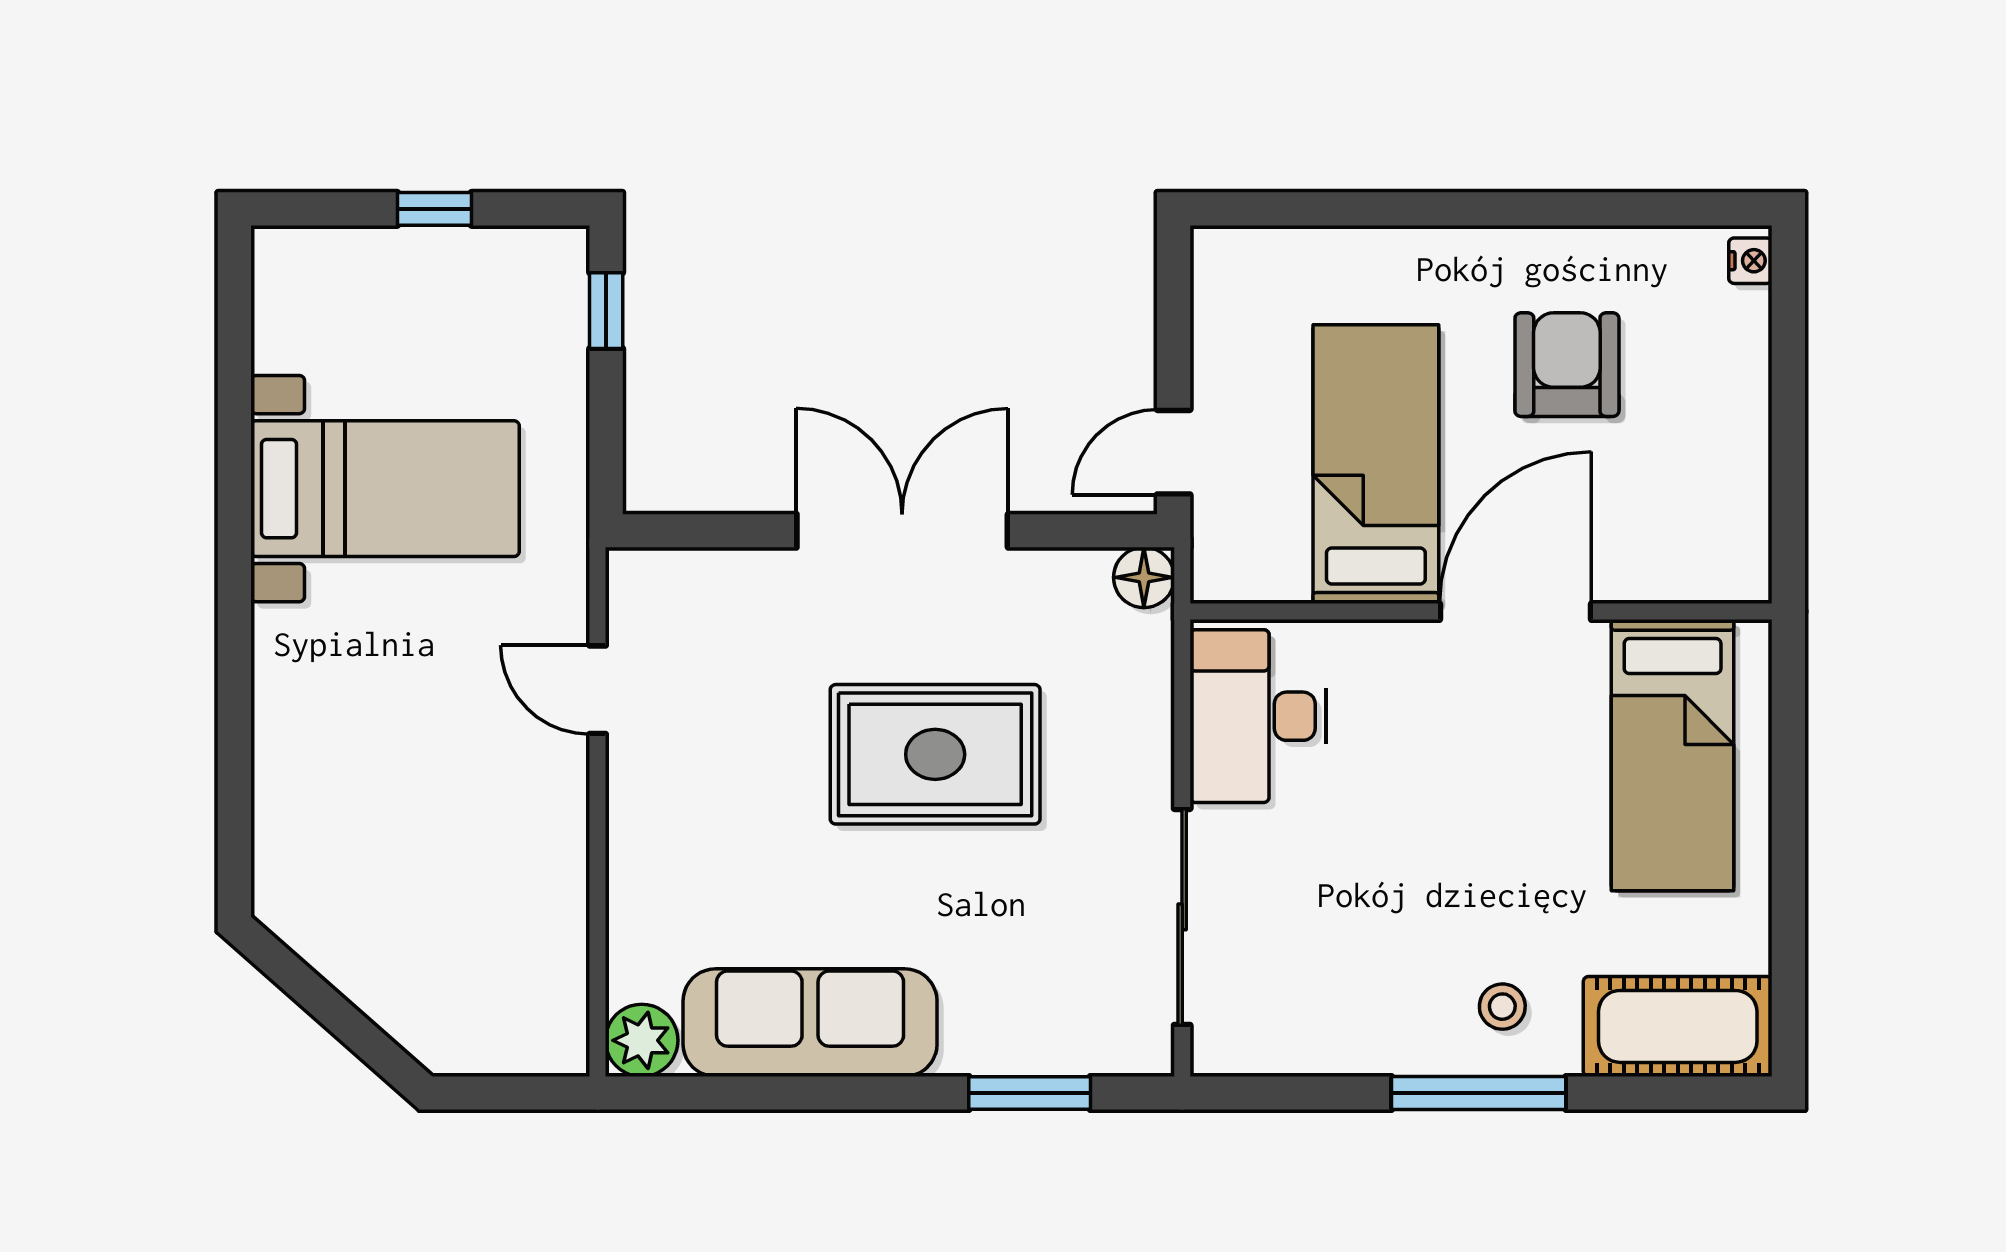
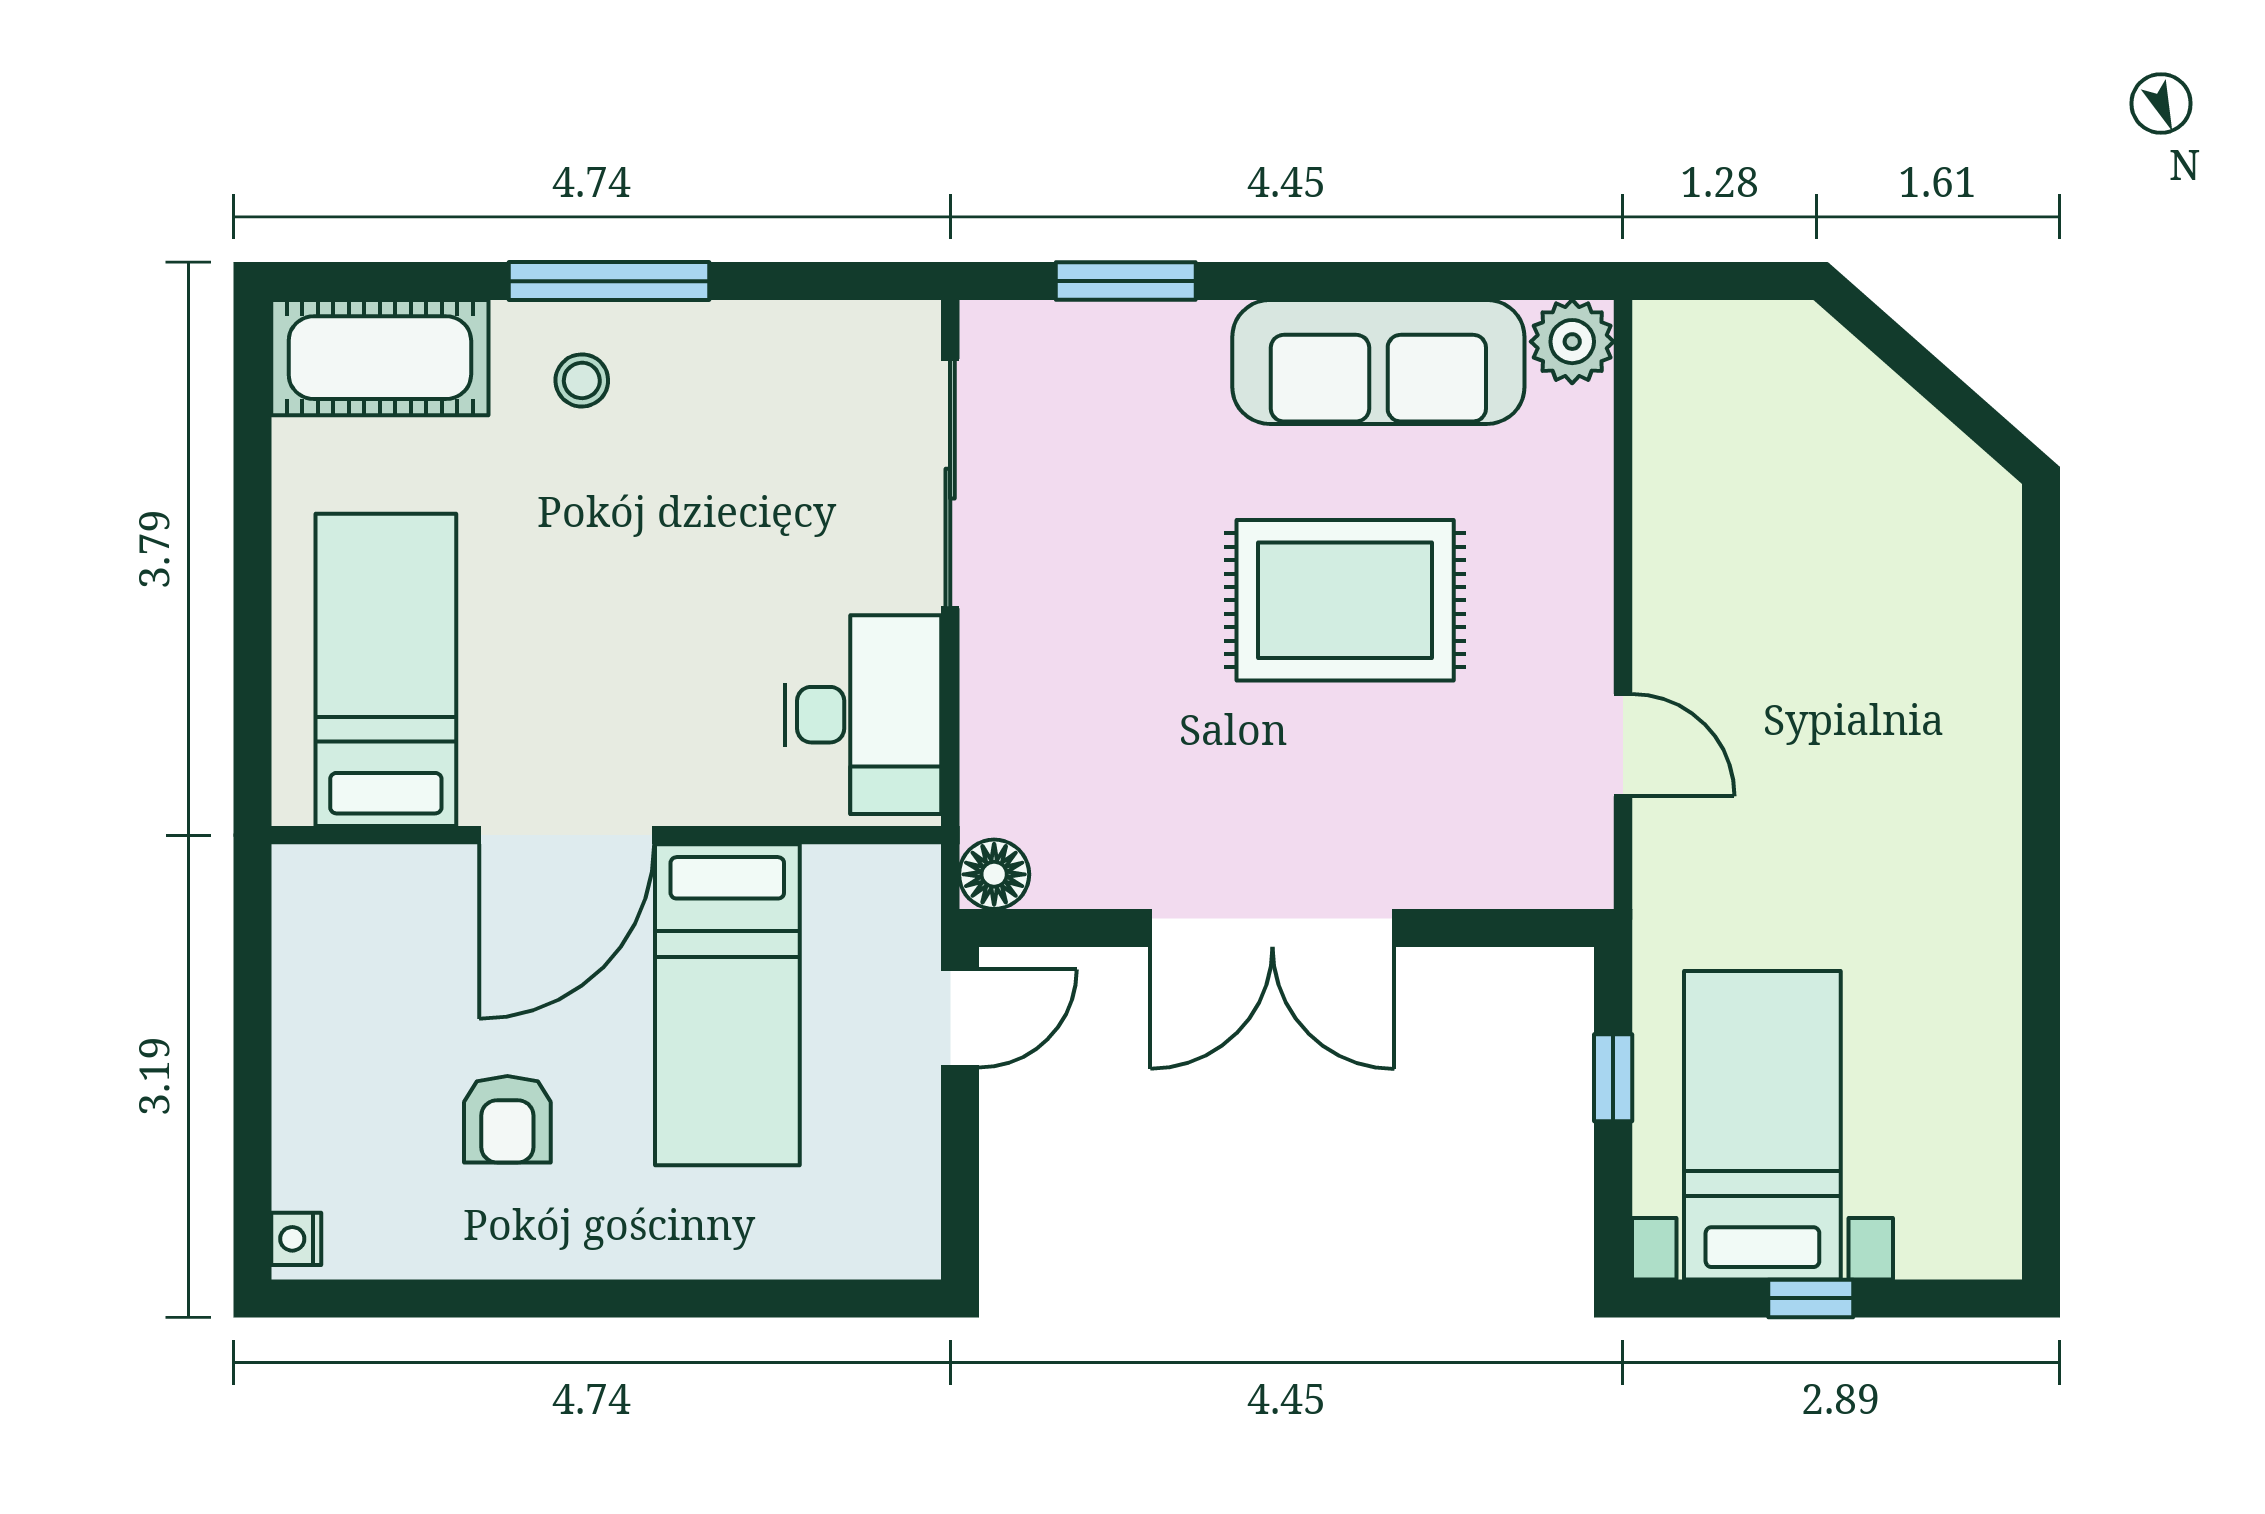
window: (606, 311) -> (1613, 1078), moved
armchair: (1567, 365) -> (507, 1119), width x0.72, depth x0.72
bed with nightstands: (385, 489) -> (1762, 1125), moved, turned 90
rug: (935, 754) -> (1345, 600), moved

